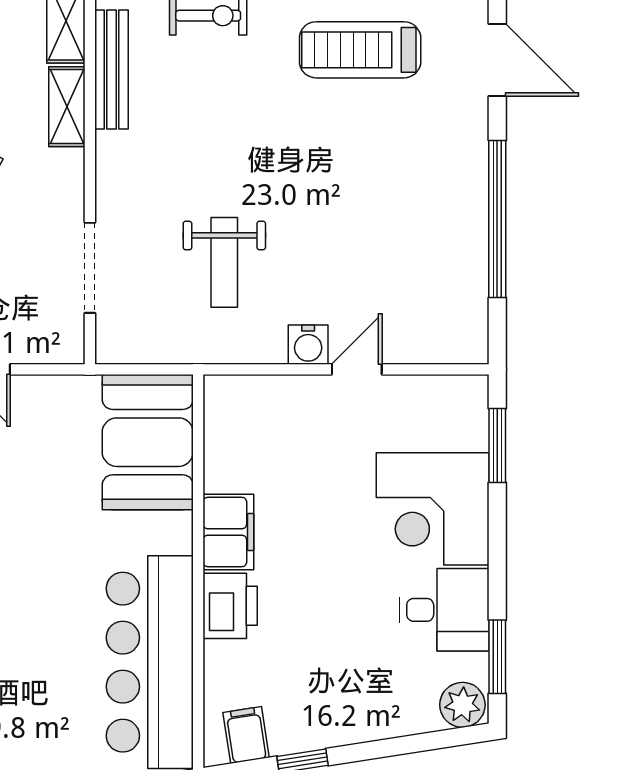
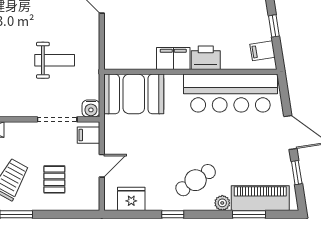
filing cabinet: (54, 339) -> (88, 135), added
water cooler: (308, 345) -> (91, 109), moved, turned 90

